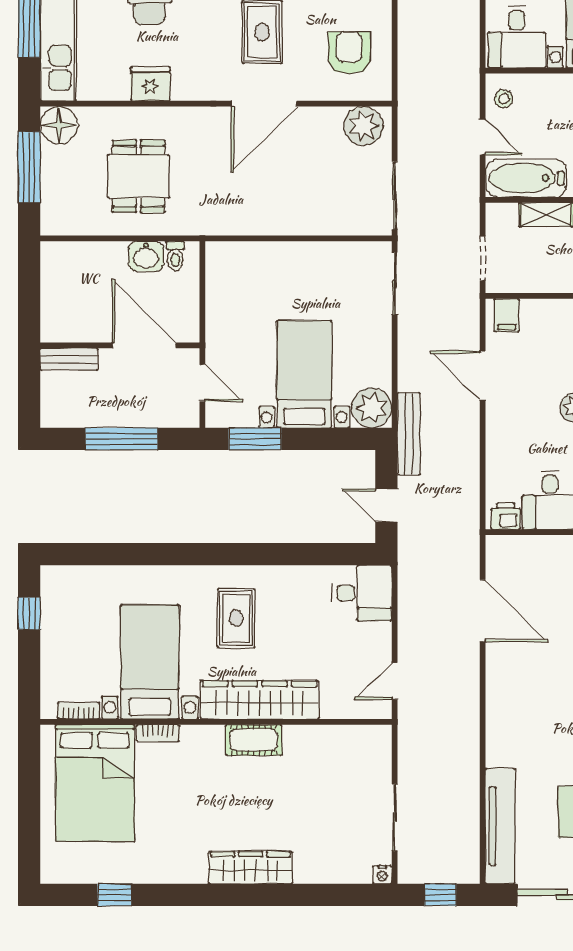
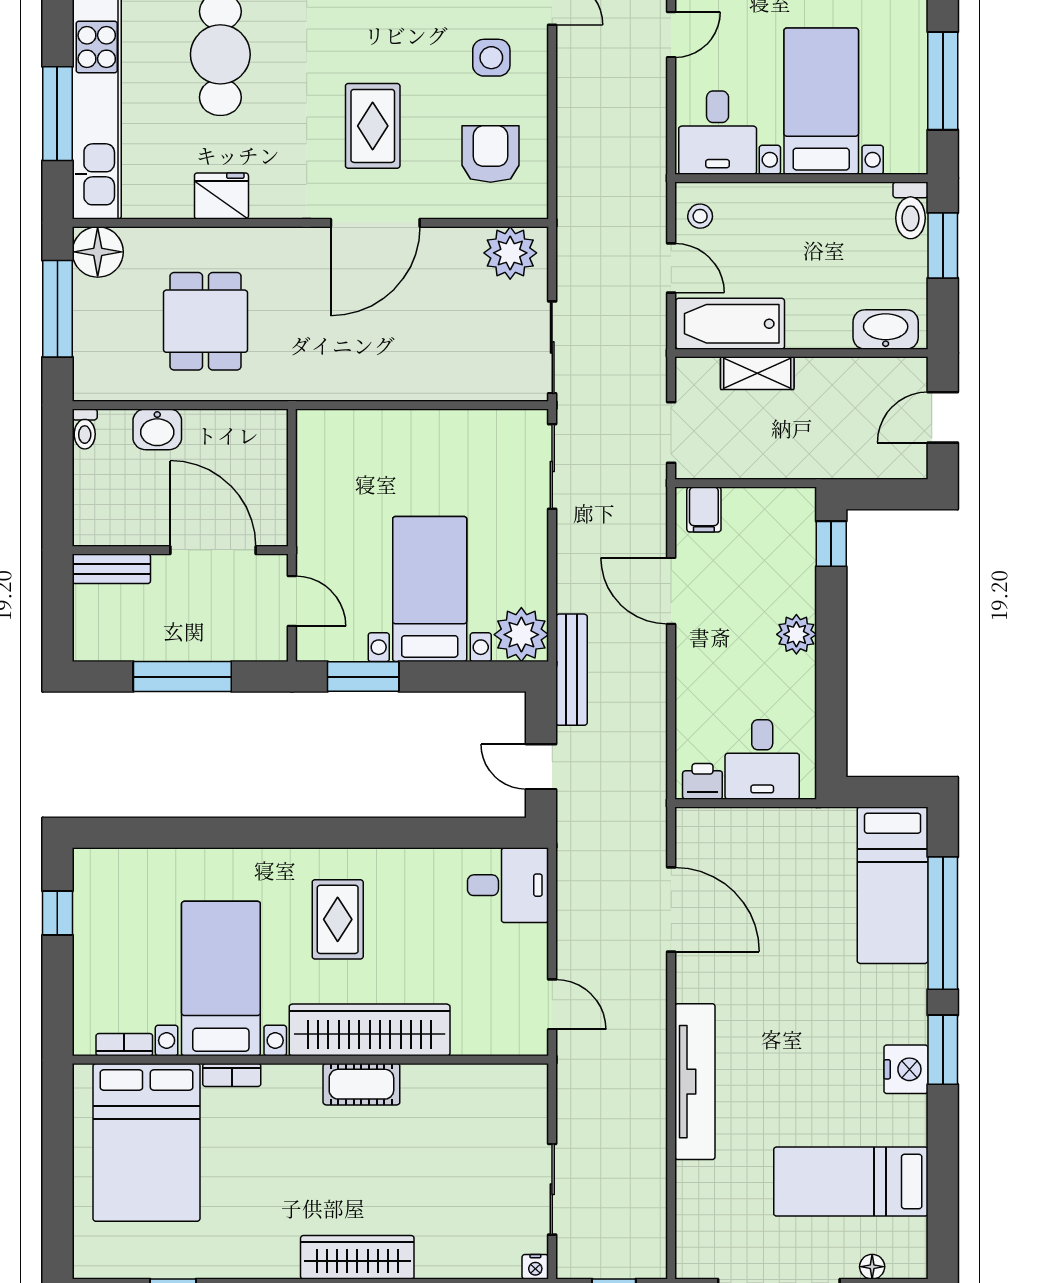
washbasin: (146, 256) -> (157, 429), moved
toilet: (175, 256) -> (85, 429), moved
door: (395, 681) -> (552, 1004), swing flipped
tv unit: (500, 826) -> (695, 1082), moved

